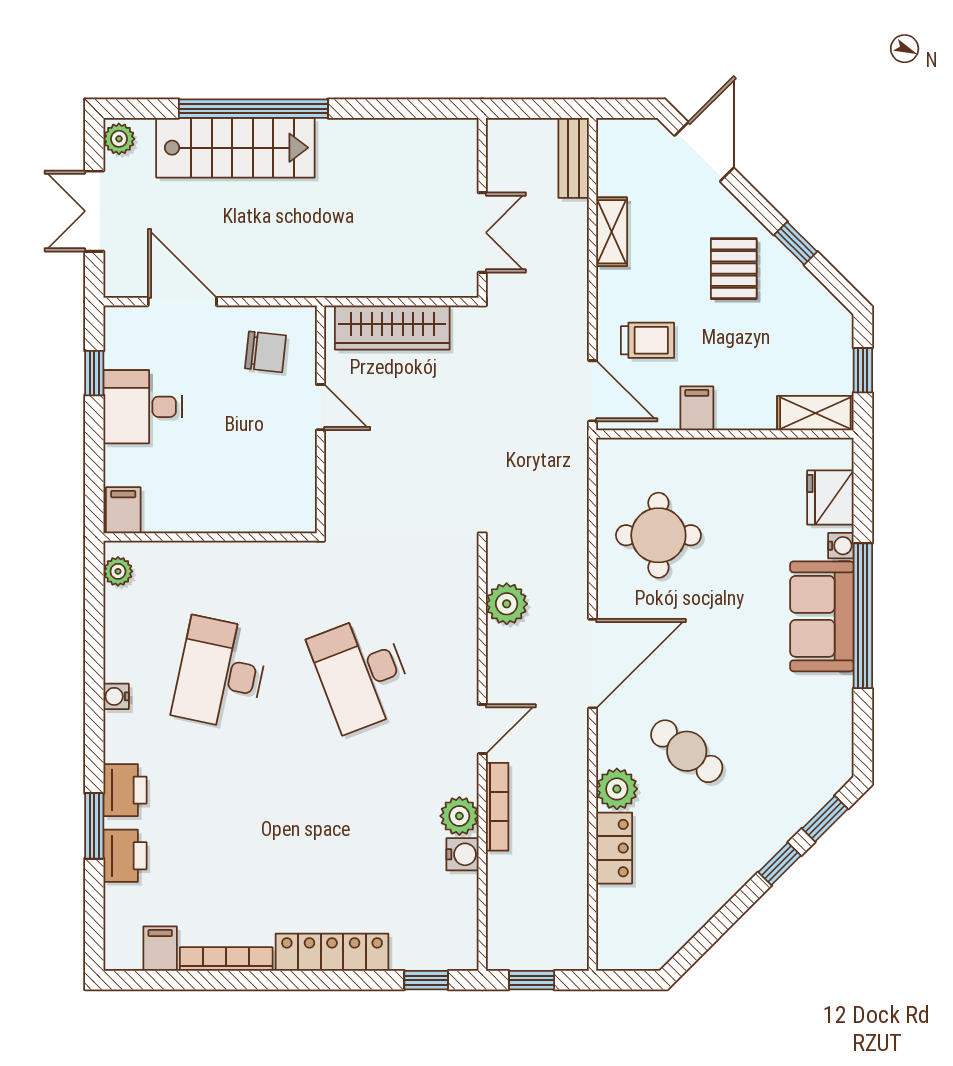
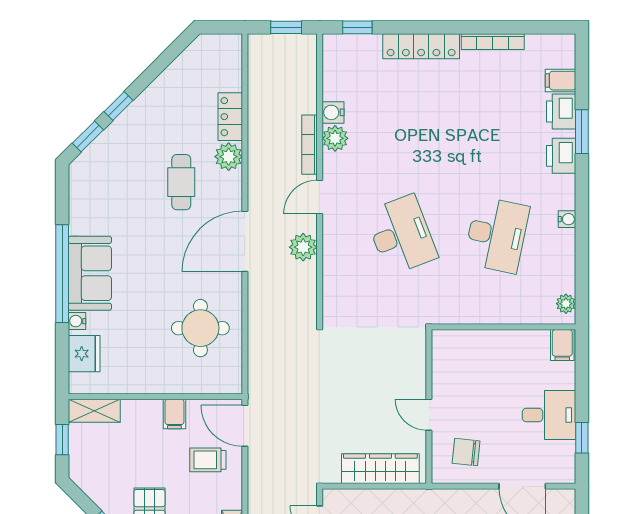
plant: (507, 604) -> (303, 247), moved
cafe table: (687, 751) -> (181, 182), turned 52
filing cabinet: (160, 949) -> (561, 81), moved, turned 90

